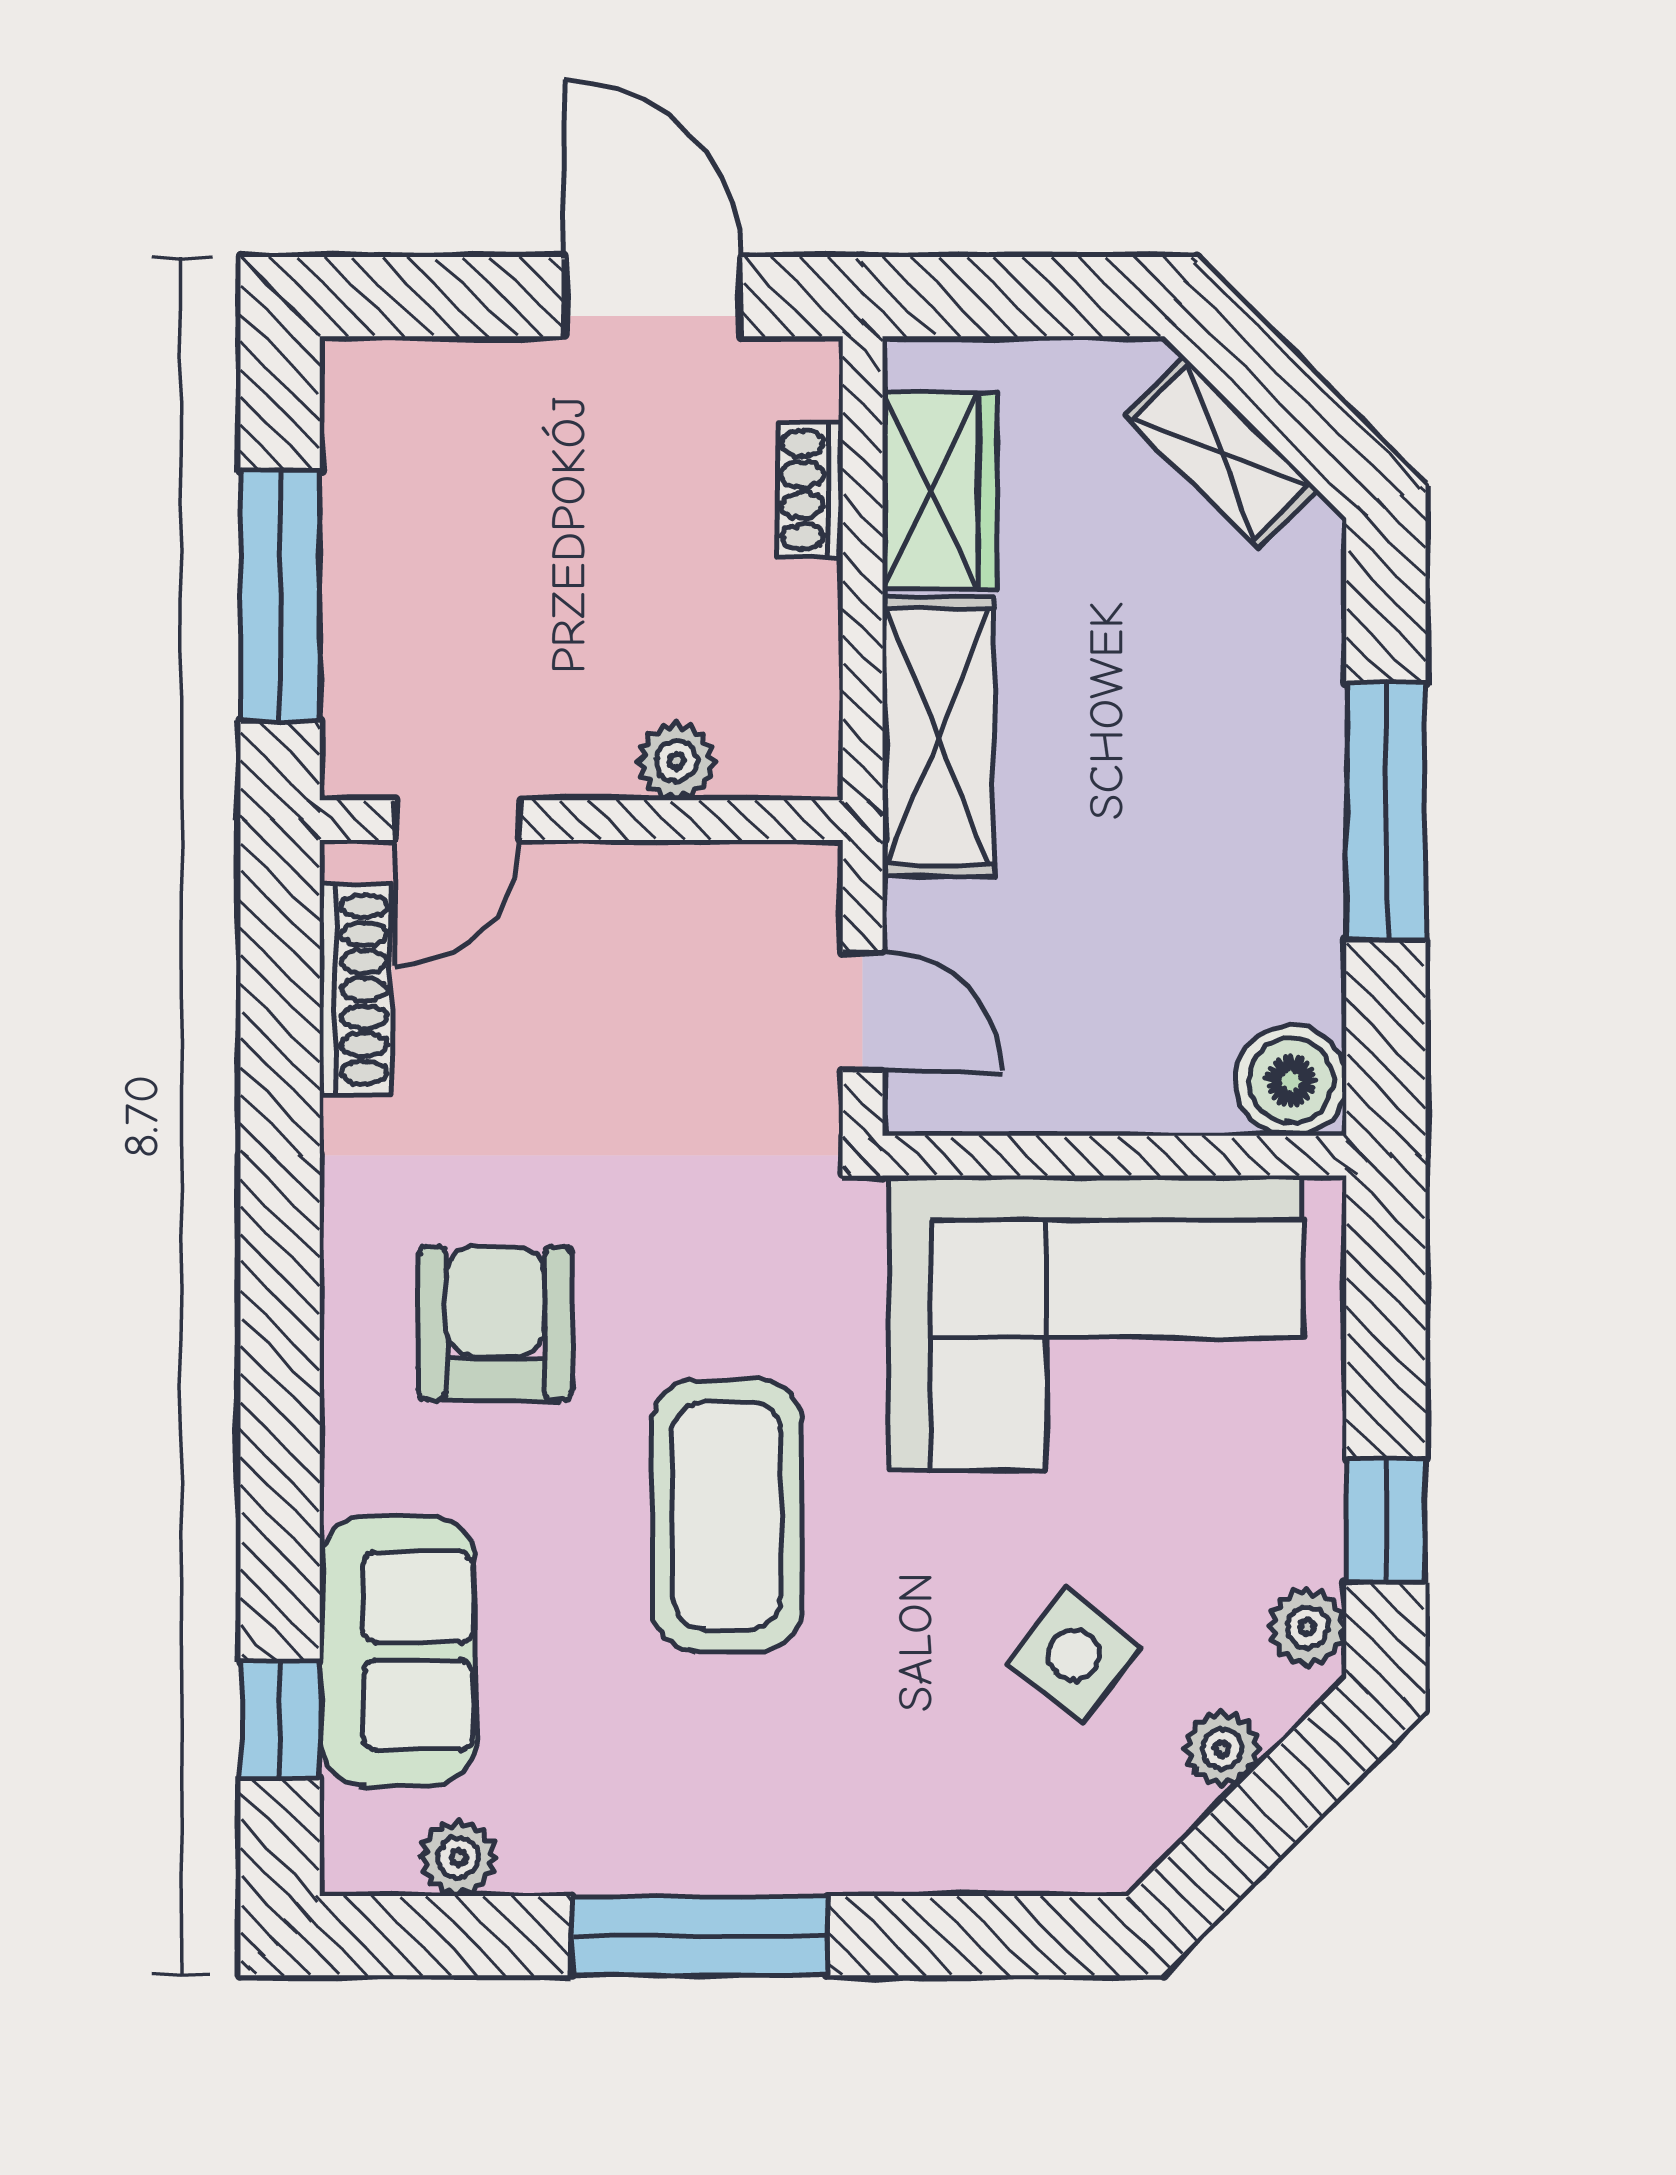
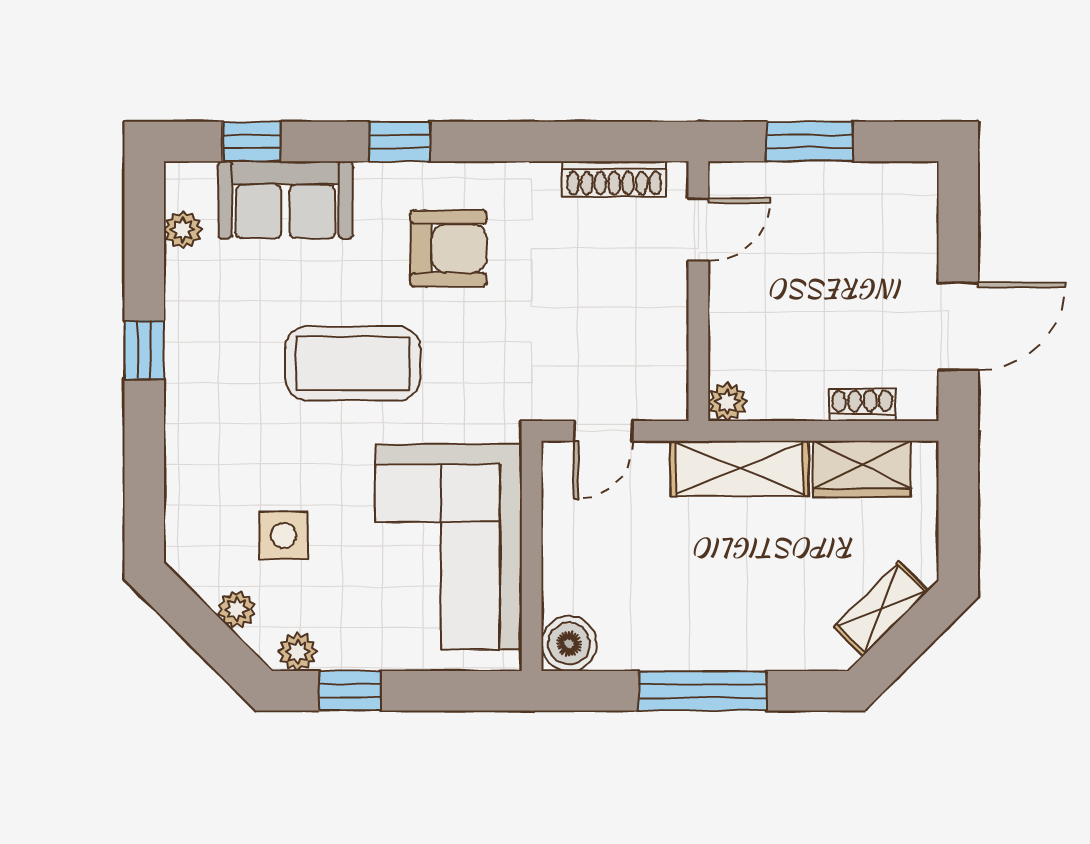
window: (280, 596) -> (810, 141), width x0.69
plant: (676, 761) -> (728, 402), moved
door: (458, 820) -> (698, 230), swing flipped
window: (280, 1422) -> (399, 141), added
side table: (1073, 1655) -> (284, 536), turned -38
window: (700, 1936) -> (144, 350), width x0.46

